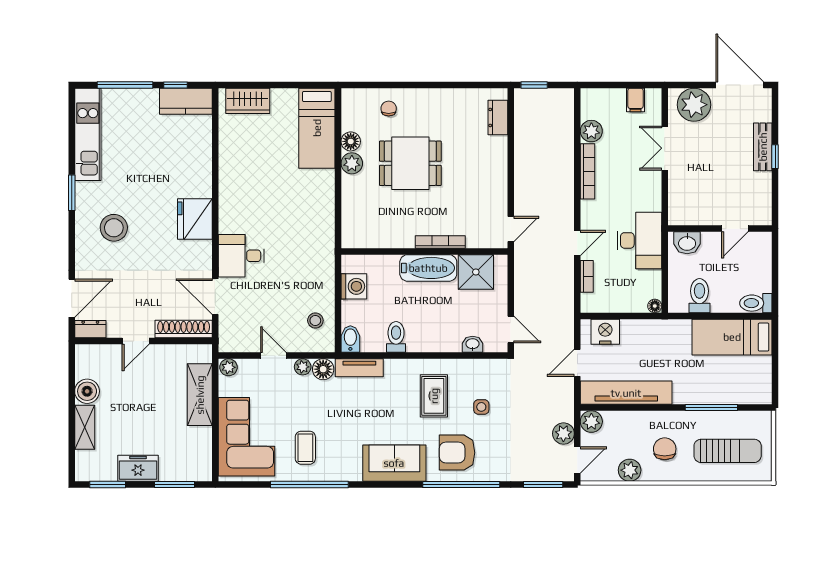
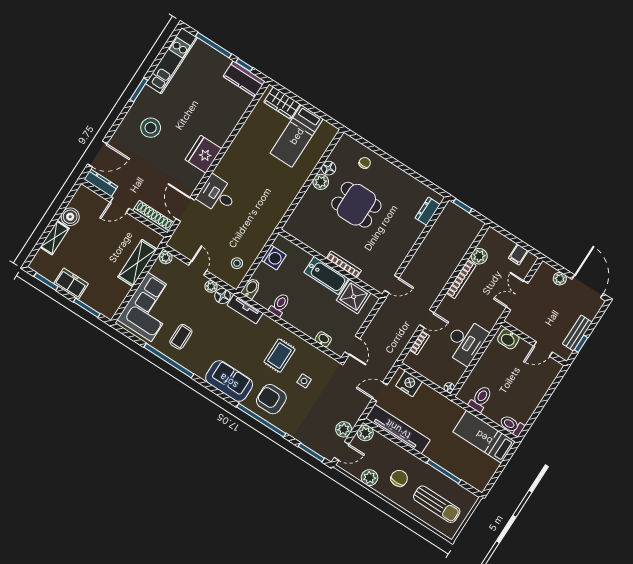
plant: (694, 105) -> (560, 279), width x0.53, depth x0.53
bed: (317, 128) -> (297, 136), moved
wall: (720, 229) -> (534, 343), moved
door: (735, 229) -> (543, 349), moved
washbasin: (687, 243) -> (508, 339), moved
dresser: (90, 329) -> (101, 183), width x1.44

